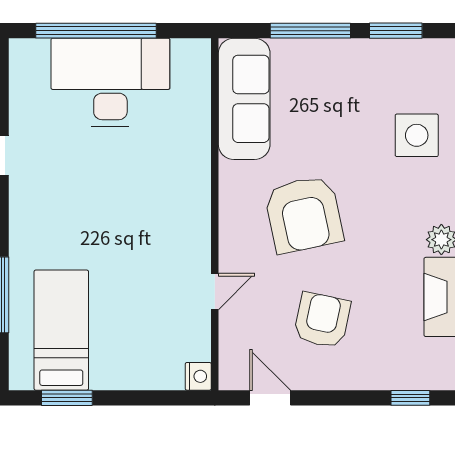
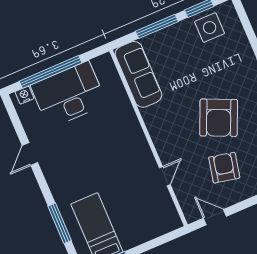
side table: (417, 135) -> (210, 28), moved
armchair: (304, 214) -> (219, 118), moved, turned 36
nightstand: (198, 376) -> (24, 95), moved, turned -90

